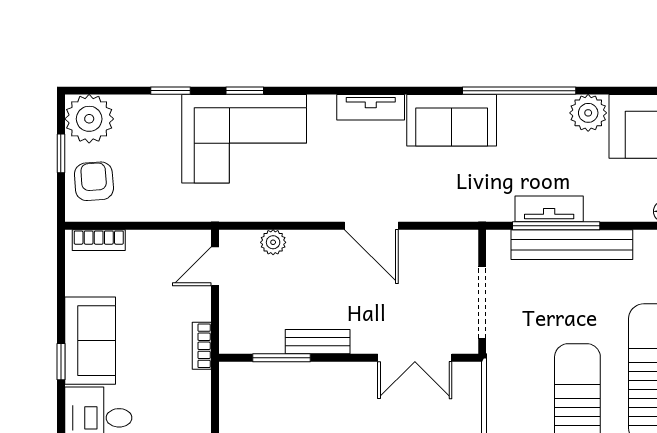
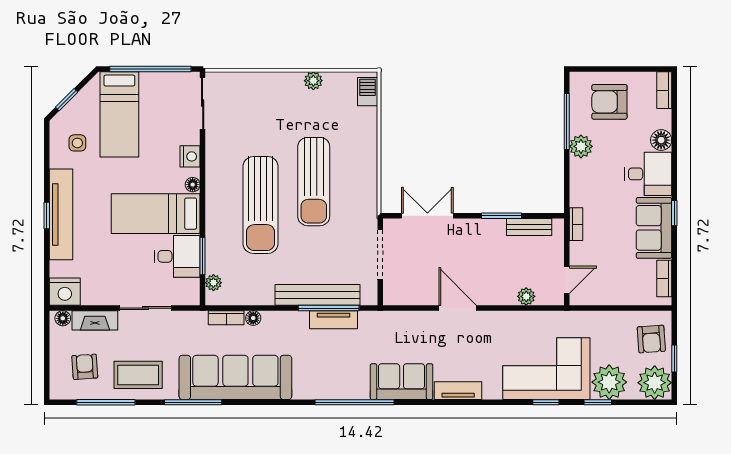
plant: (588, 113) -> (609, 382), moved, width x1.36, depth x1.36
bookcase: (99, 240) -> (664, 278), moved, turned -90
bench: (318, 342) -> (529, 227), moved
window: (281, 358) -> (502, 216), moved

